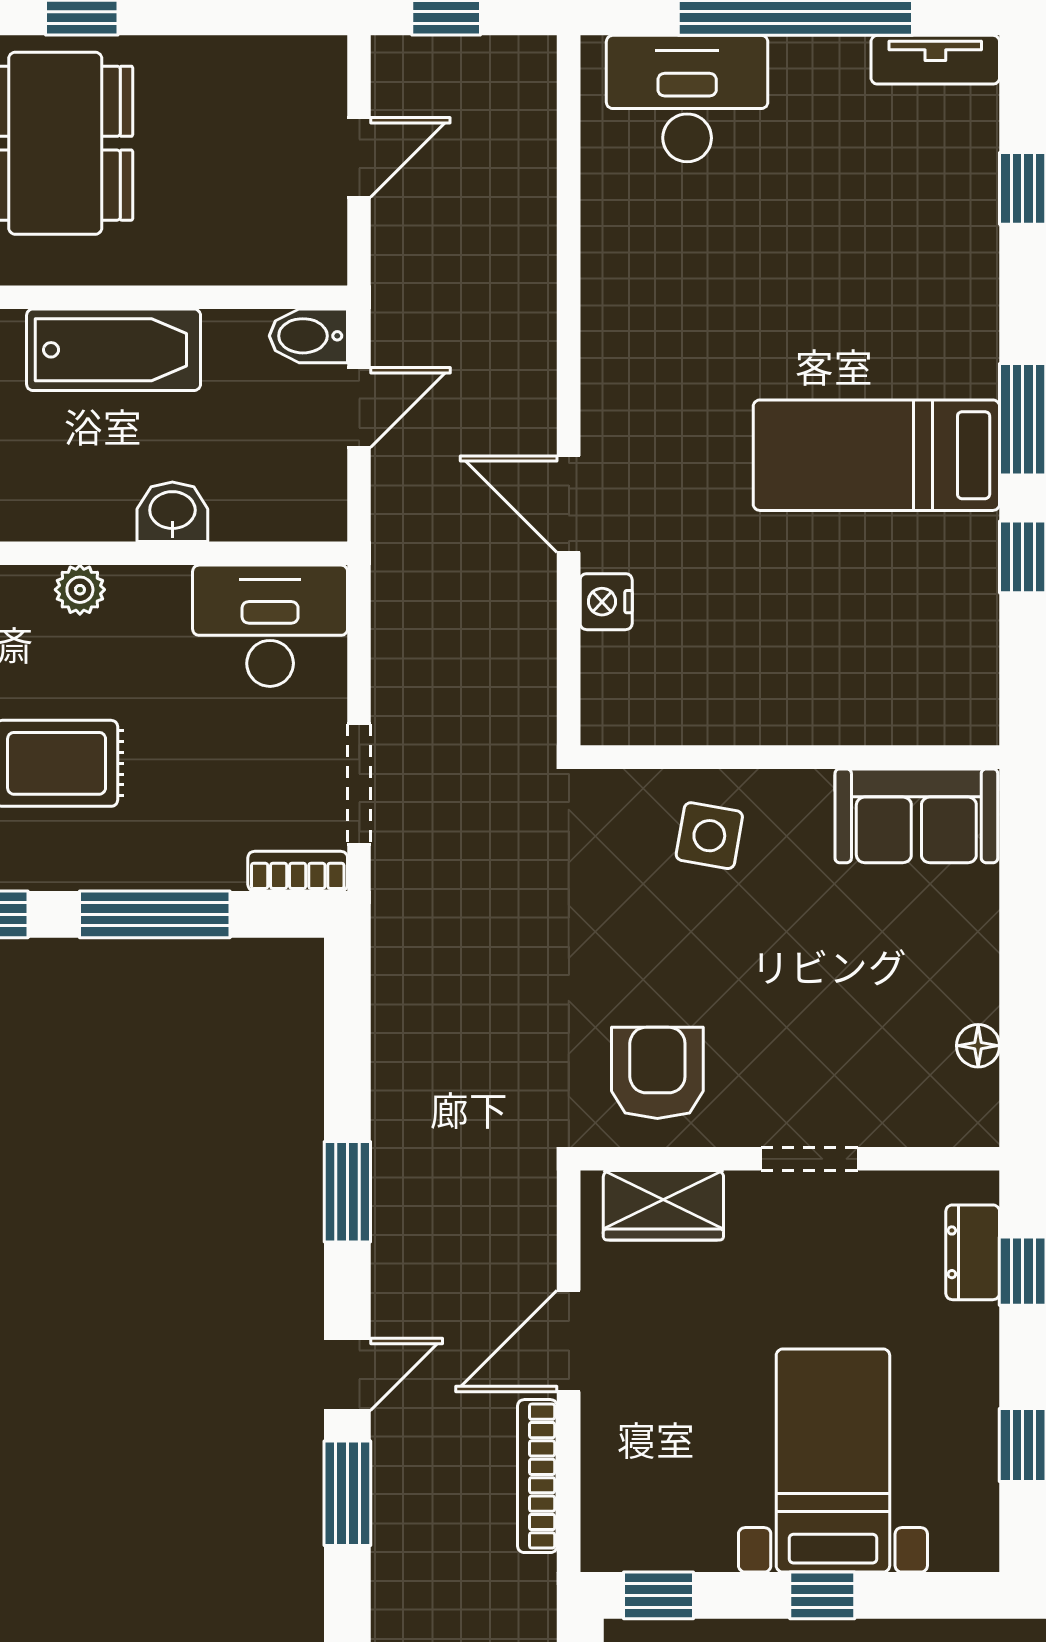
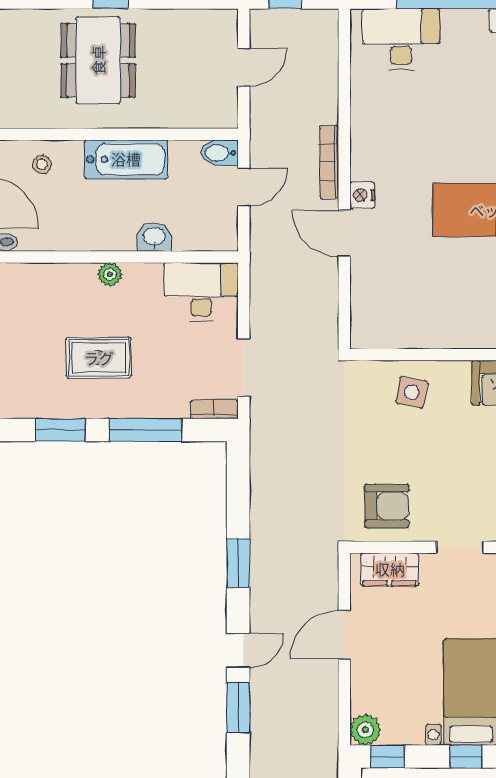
nightstand: (606, 602) -> (362, 195), moved
armchair: (657, 1073) -> (387, 506), turned 90
bookcase: (537, 1476) -> (329, 162), moved
plant: (613, 1540) -> (365, 730), added

